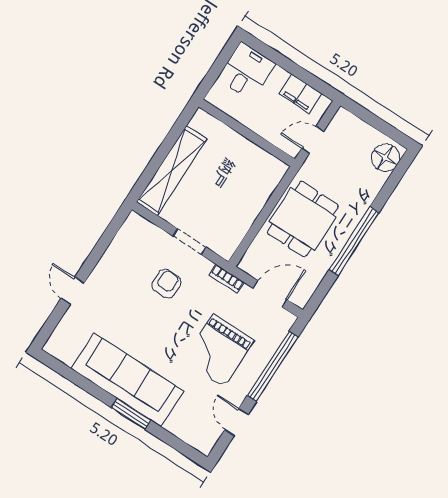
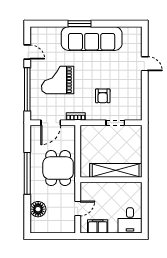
wall: (247, 133) -> (111, 180), moved
floor lamp: (386, 157) -> (38, 209), moved
shelving: (172, 171) -> (116, 170), moved, turned 90
doorway: (189, 242) -> (115, 123), moved
grand piano: (218, 351) -> (58, 80), turned -90

